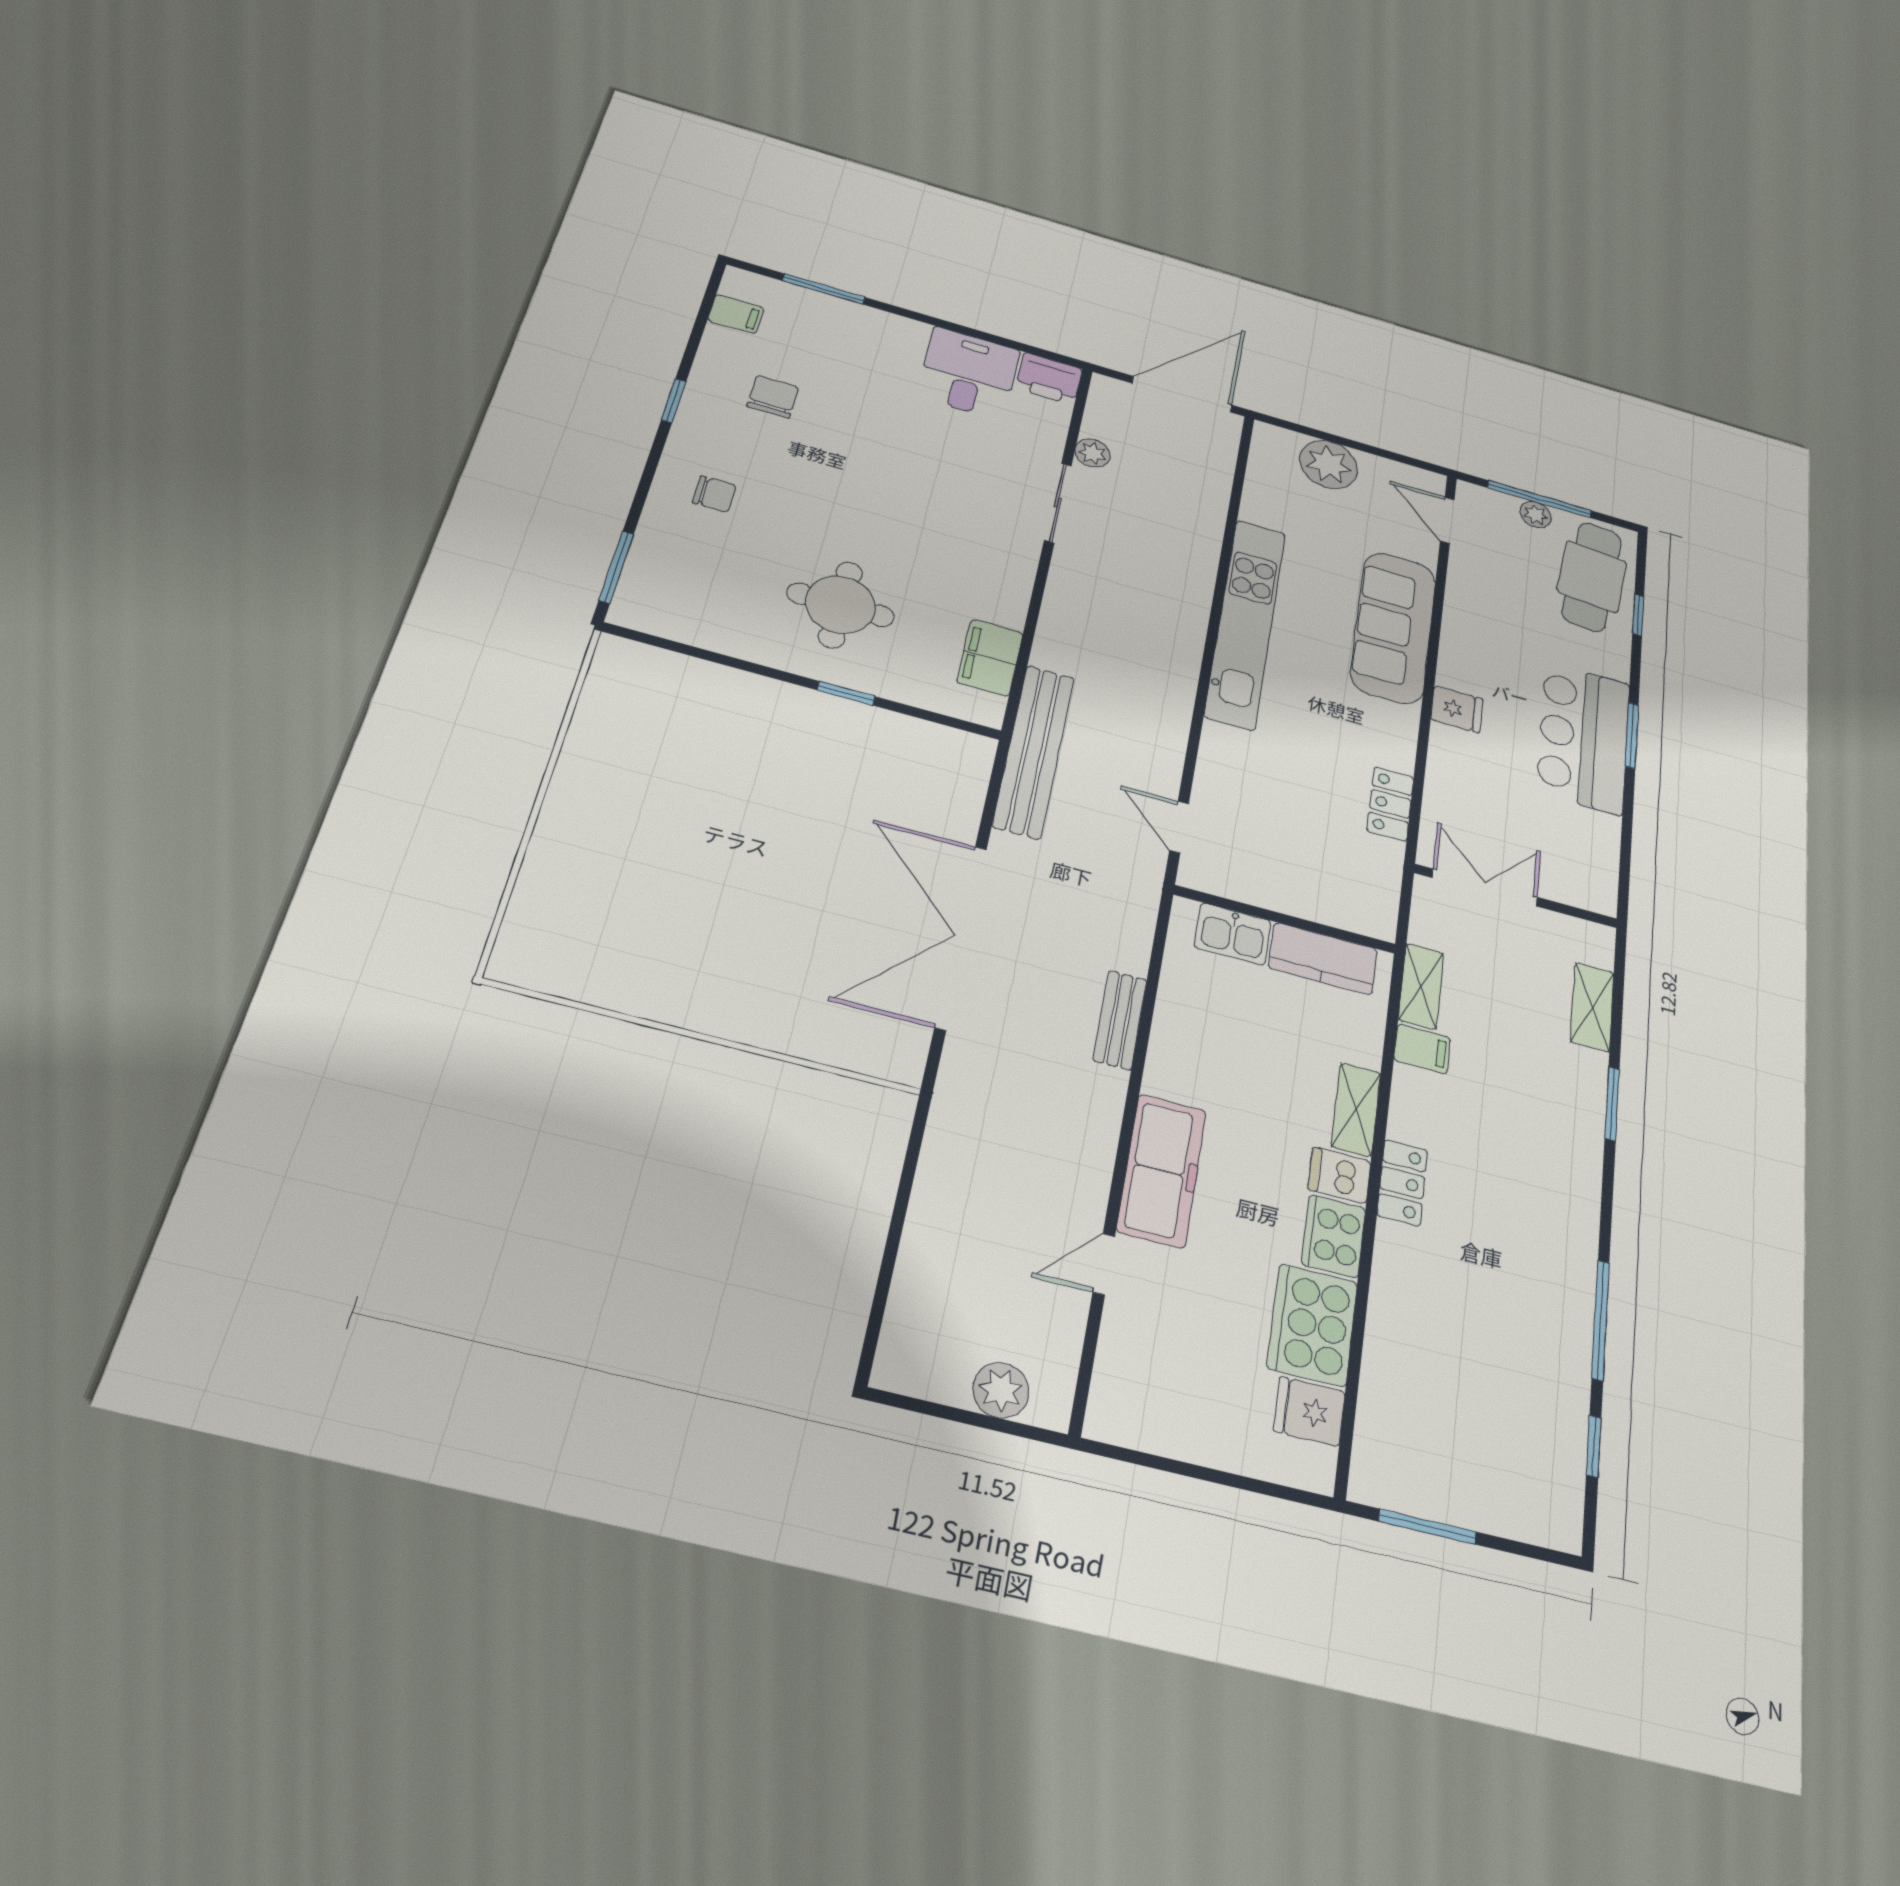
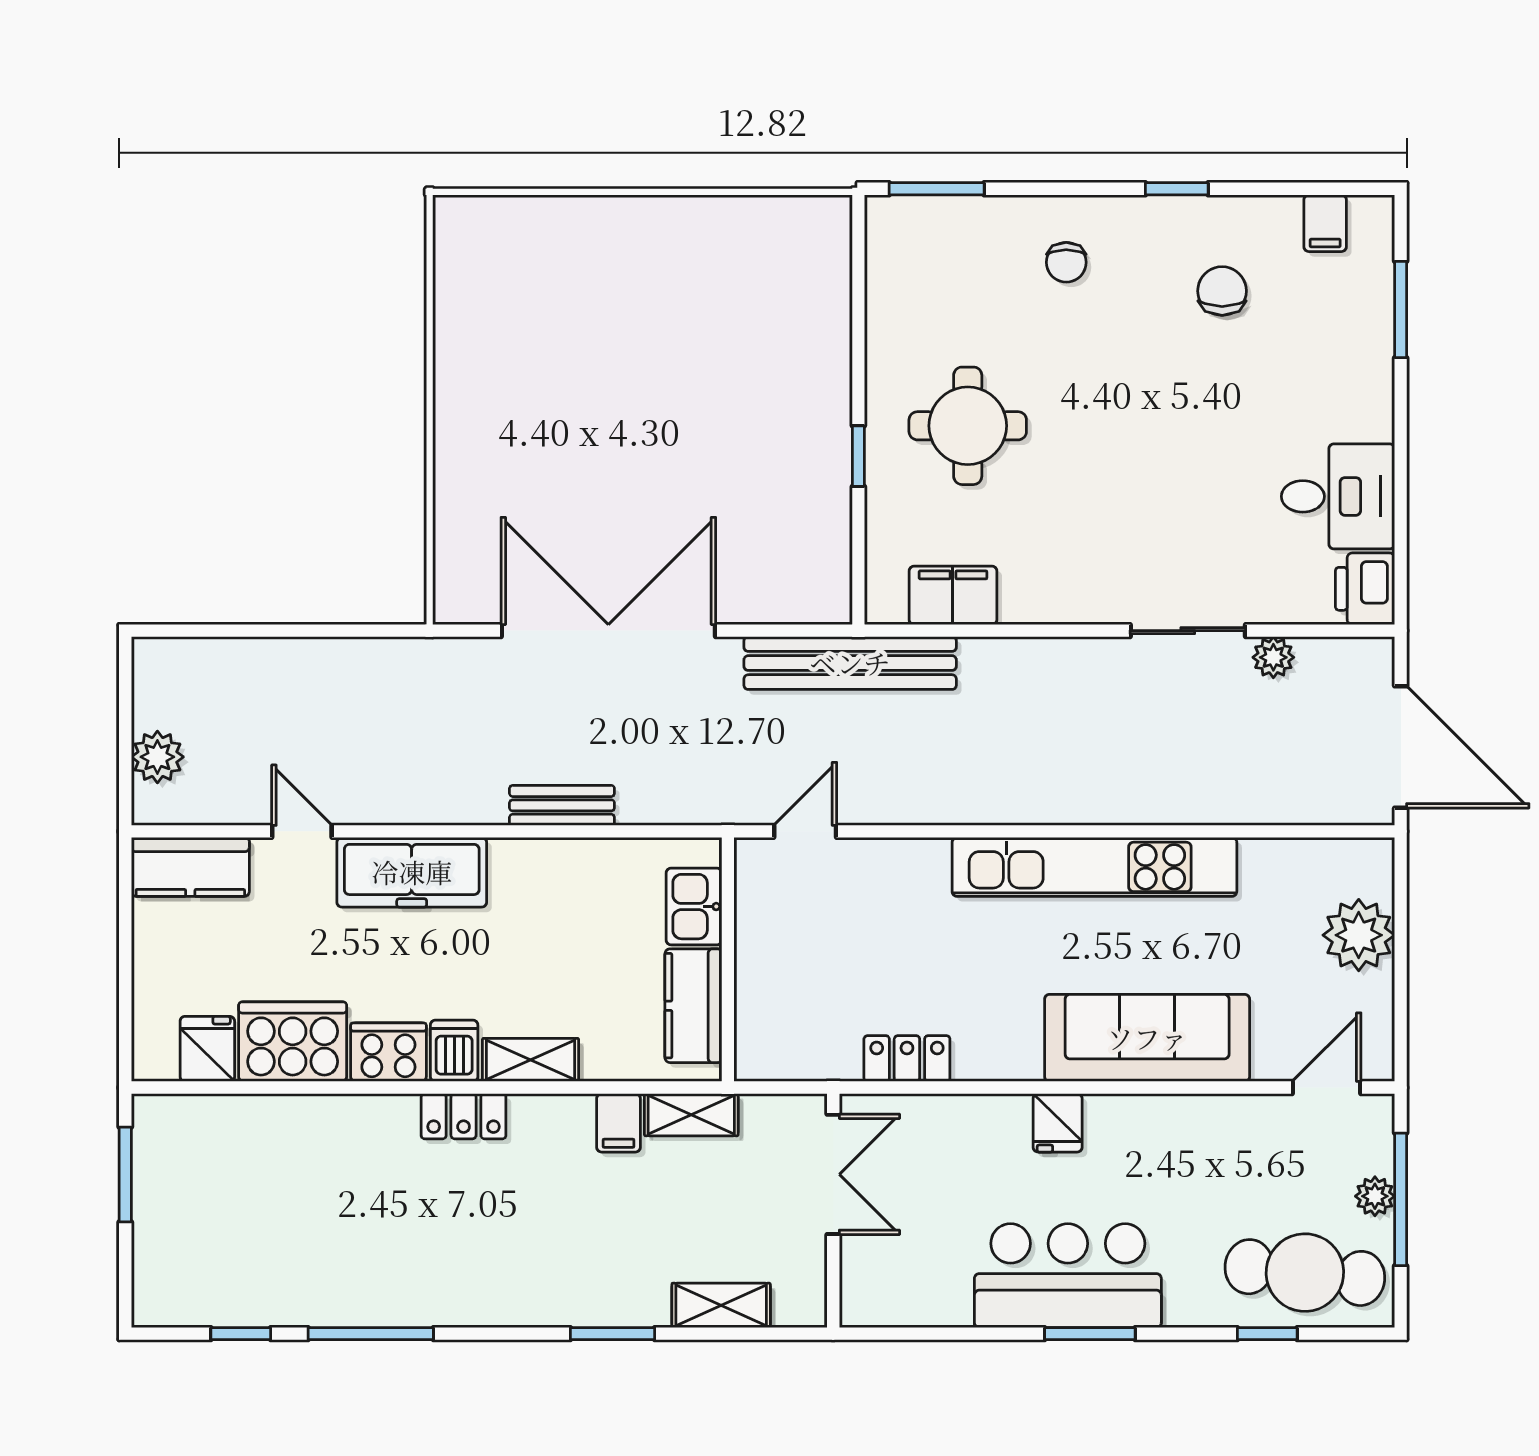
chair: (773, 397) -> (1222, 291), turned -90
kitchen counter: (1121, 1384) -> (190, 867), added

